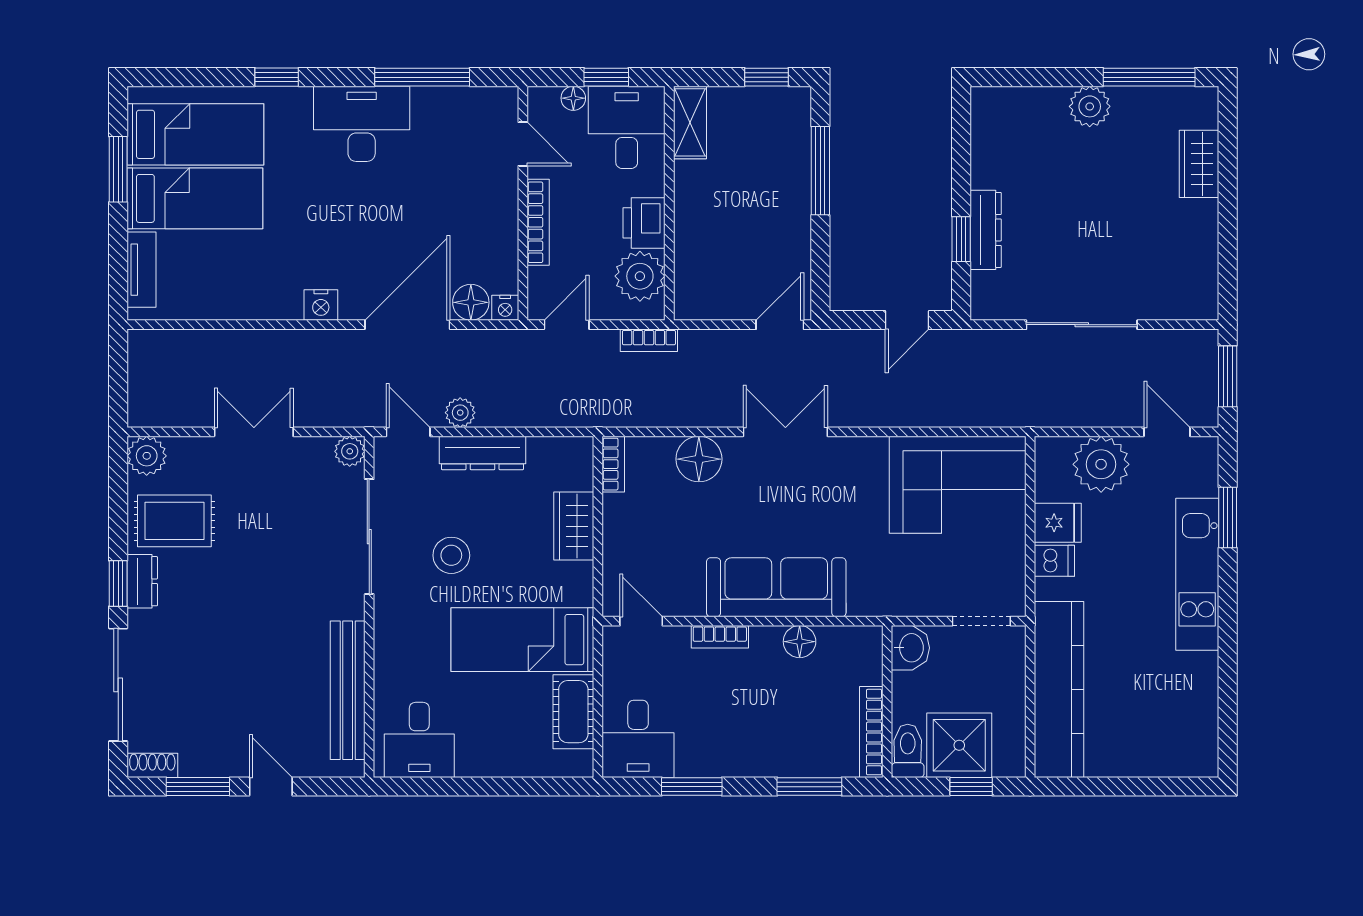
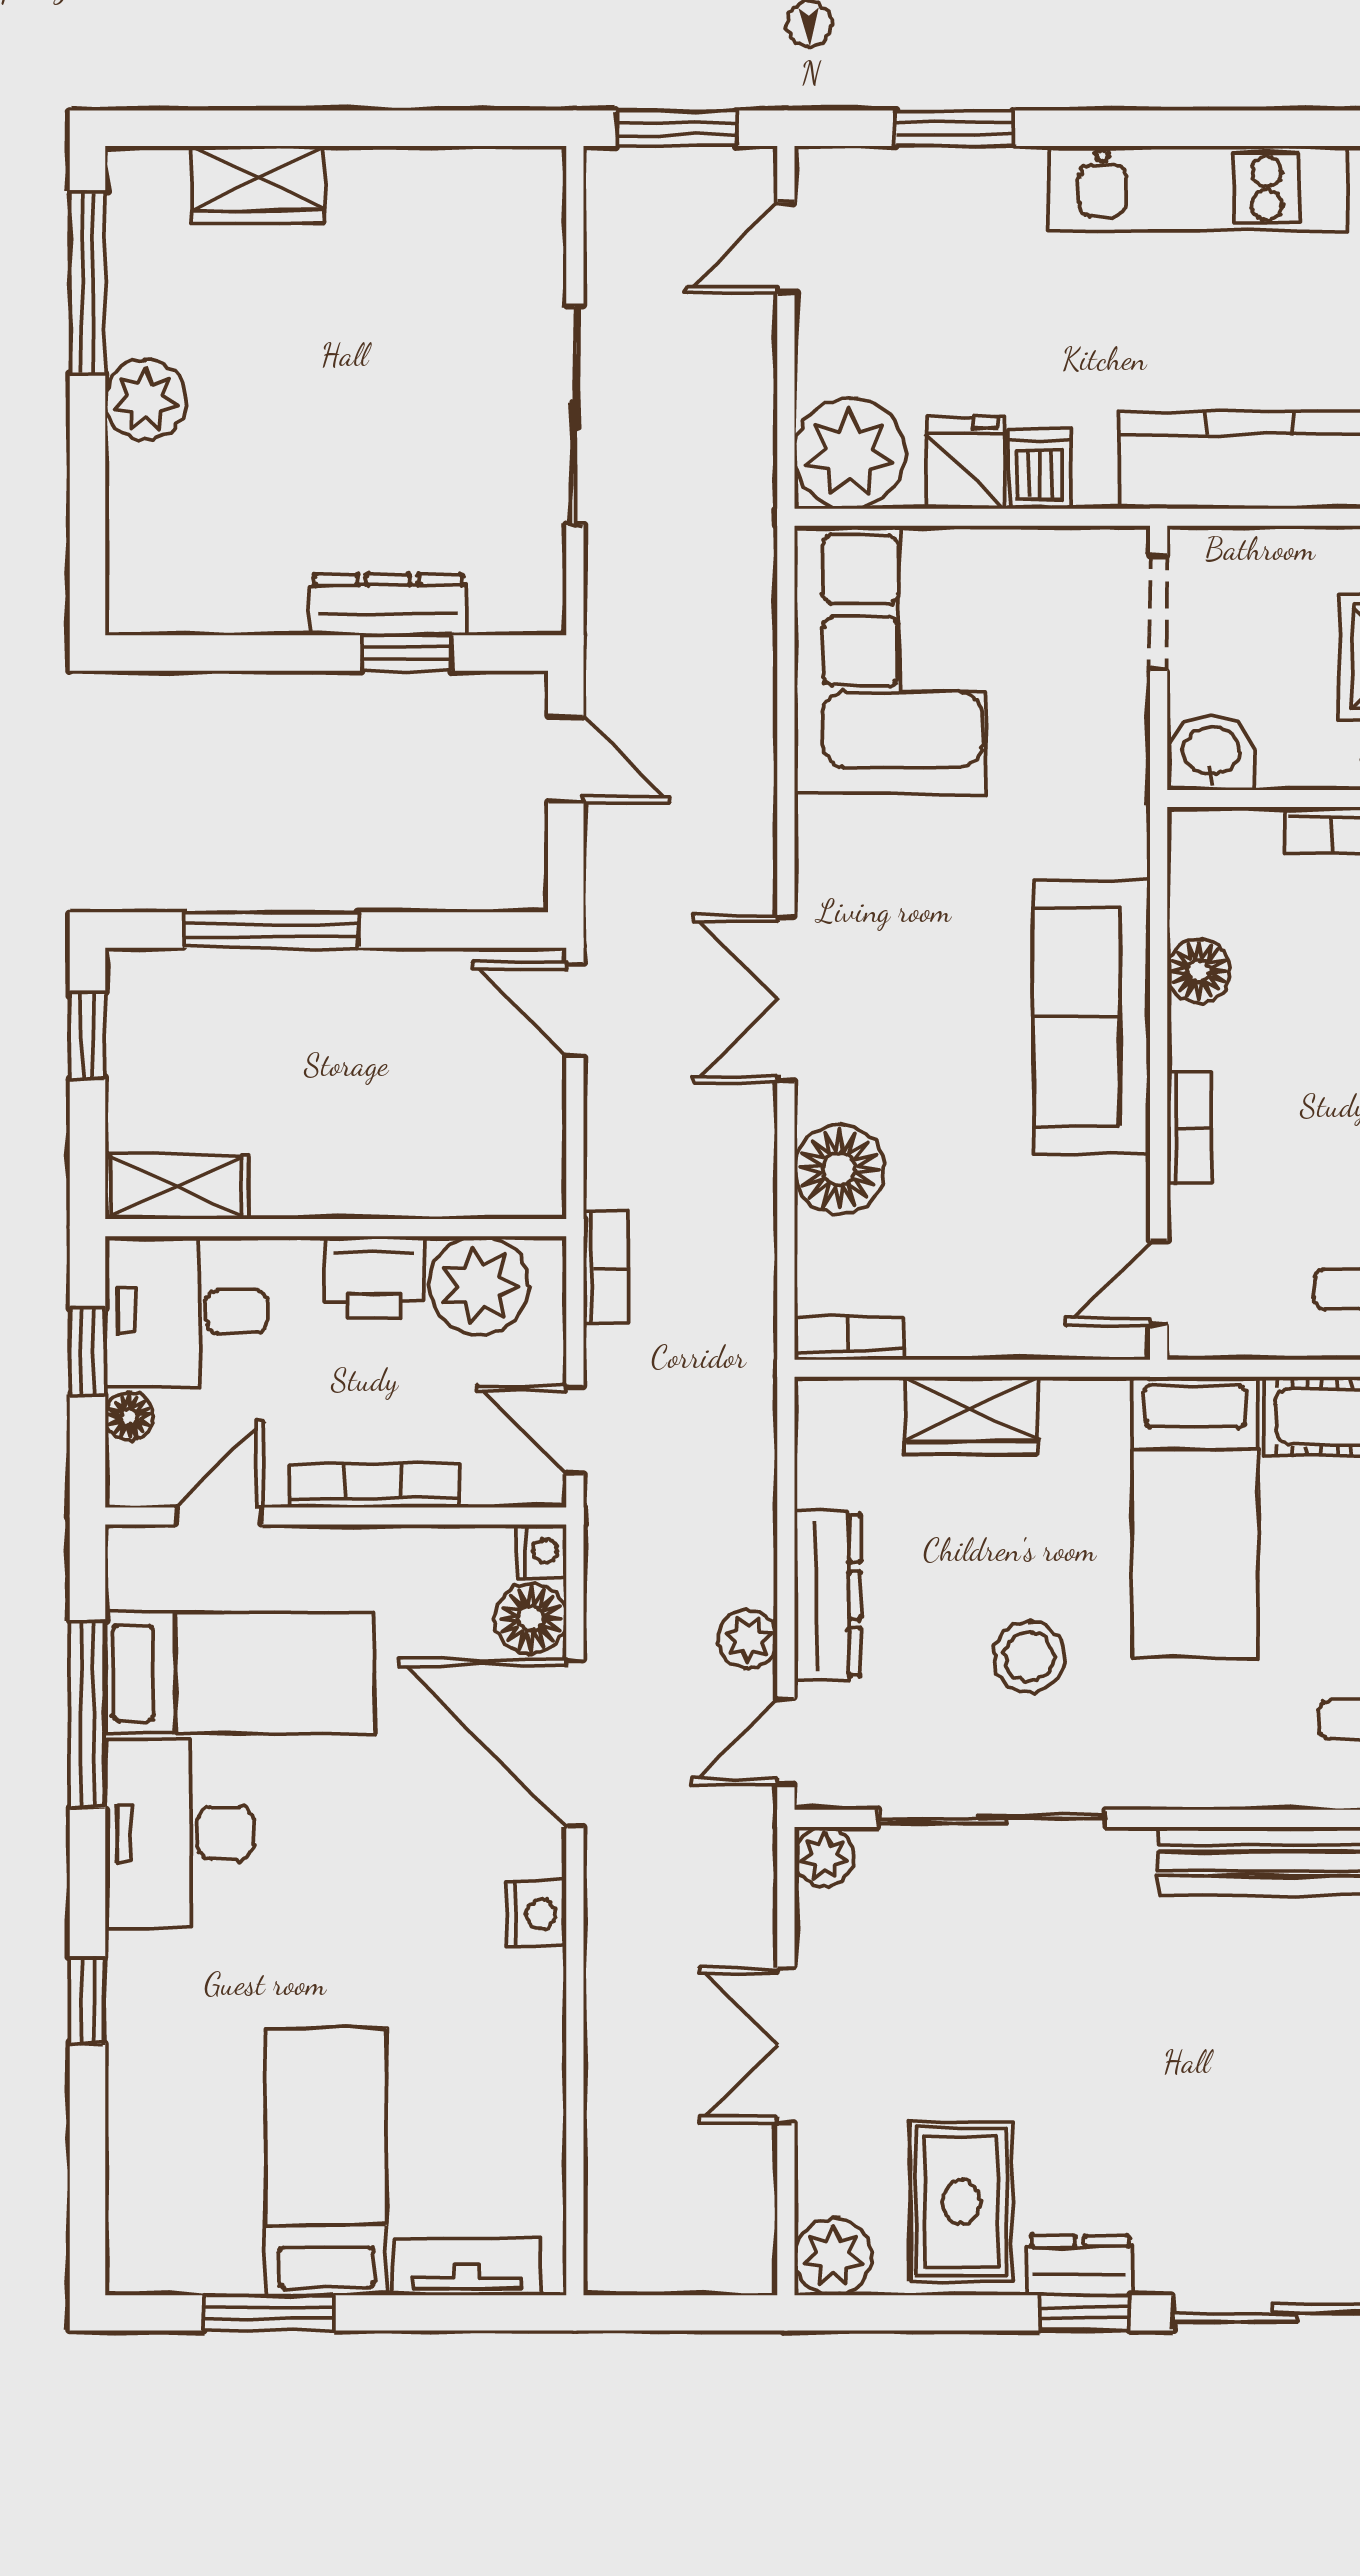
bed: (195, 134) -> (239, 1673), moved, turned 90
plant: (1101, 464) -> (850, 453), moved
kitchen unit: (1197, 574) -> (1198, 188), moved

